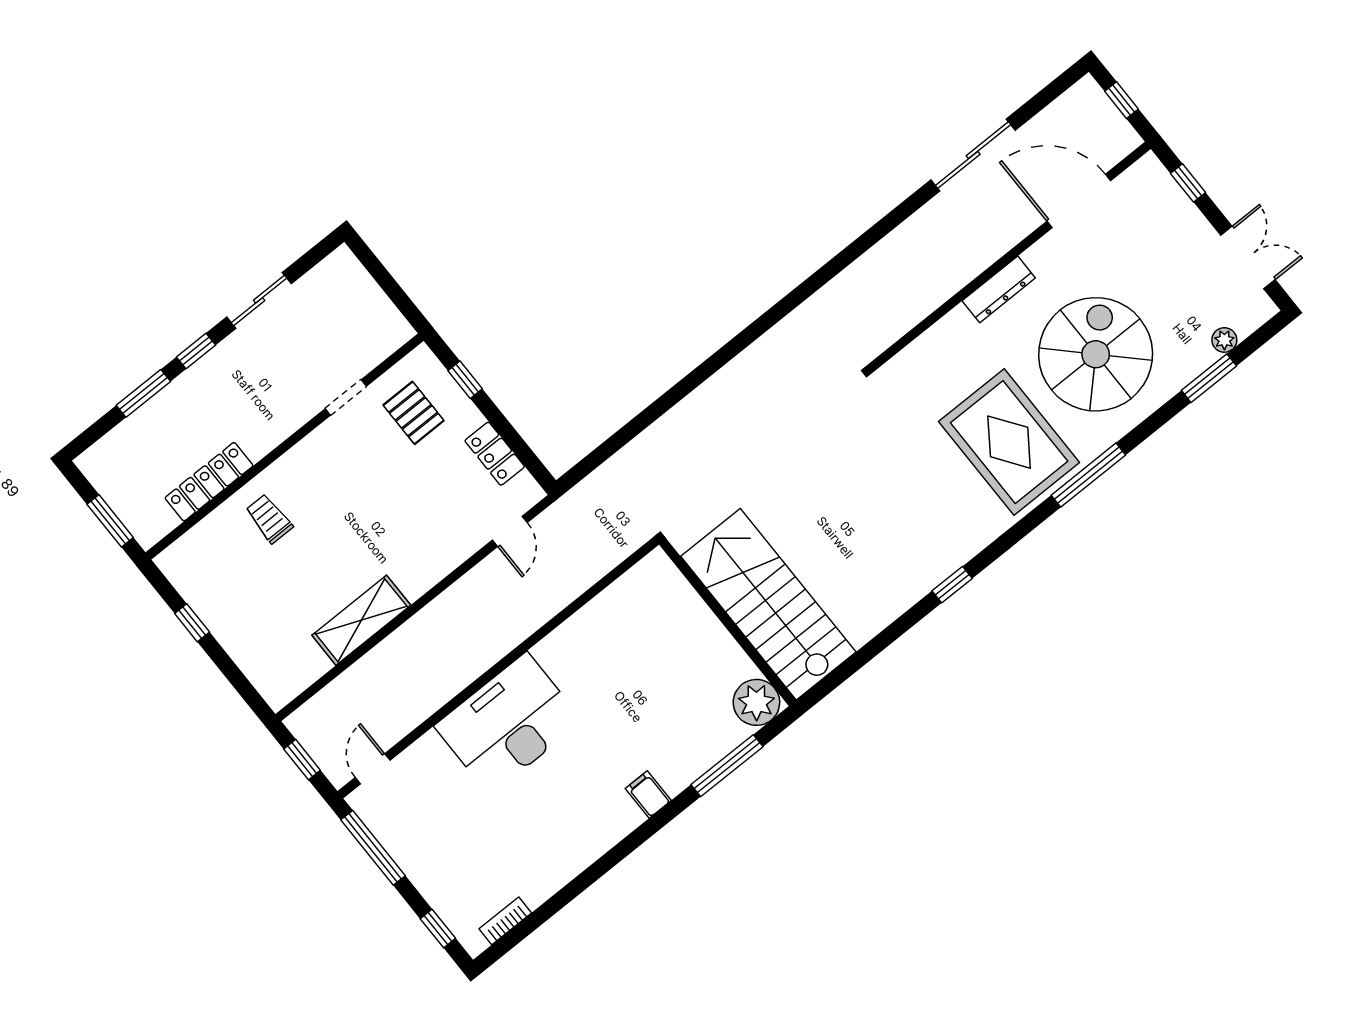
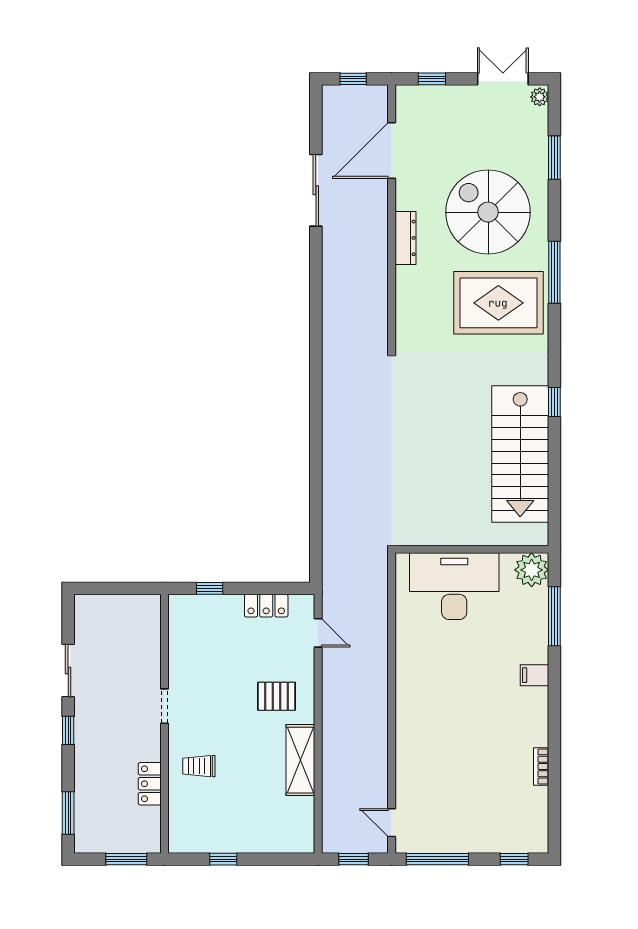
plant: (1224, 340) -> (540, 97), moved
window: (143, 393) -> (68, 813), moved
doorway: (346, 397) -> (164, 706), moved
pallet: (414, 413) -> (277, 696), moved
locker: (209, 482) -> (150, 784), width x0.66
stairs: (768, 604) -> (520, 454), moved, turned -90
desk: (508, 723) -> (454, 586), moved, turned 90
bookcase: (505, 921) -> (541, 766), moved

